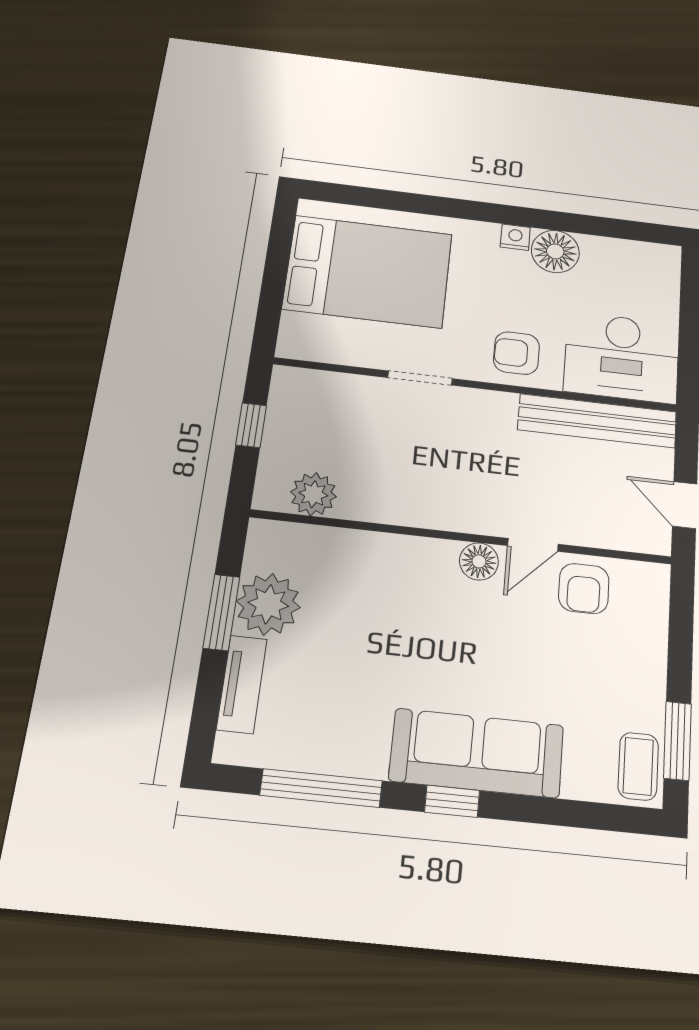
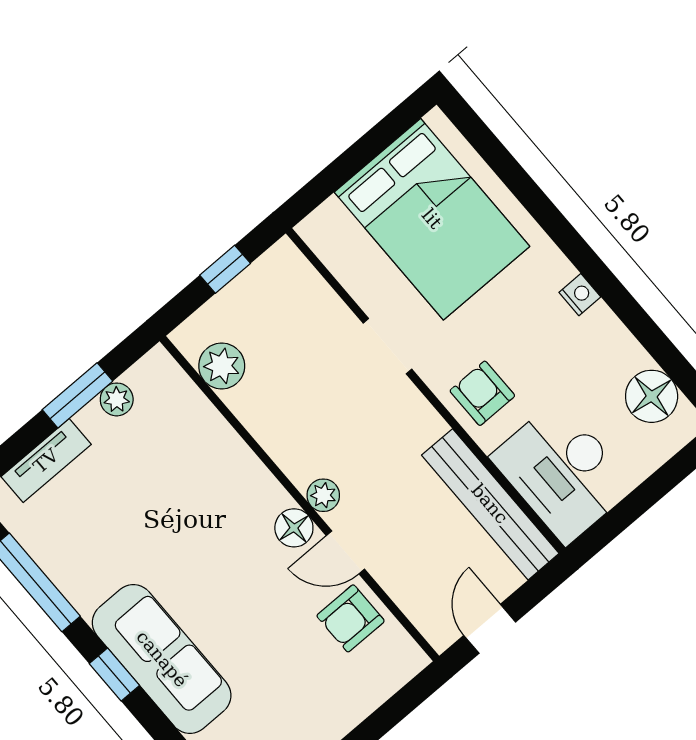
floor lamp: (555, 251) -> (652, 396), moved
plant: (477, 519) -> (323, 495), added
plant: (268, 604) -> (117, 399), width x0.53, depth x0.53

